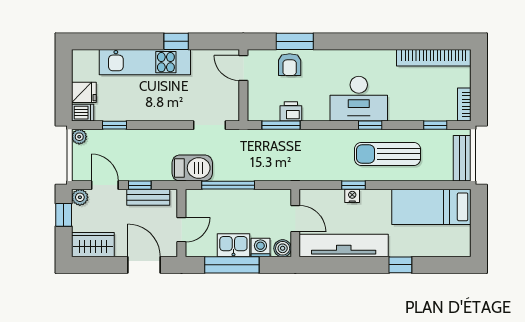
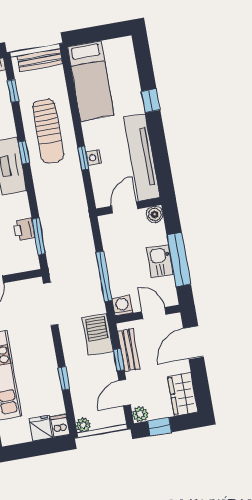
window: (114, 125) -> (64, 378), moved
doorway: (210, 125) -> (51, 304), width x1.38
barbecue: (192, 168) -> (98, 334), moved
washing machine: (260, 248) -> (122, 306), moved, turned 90

